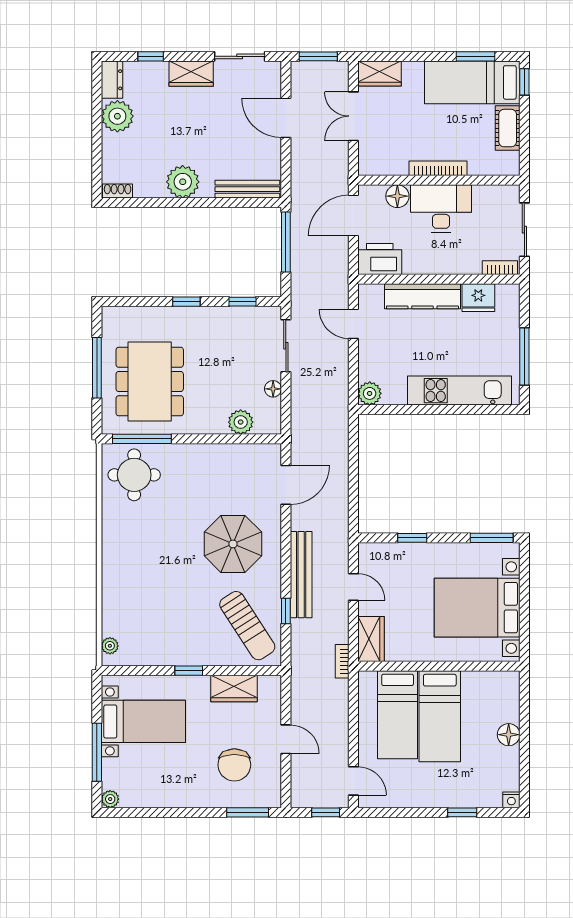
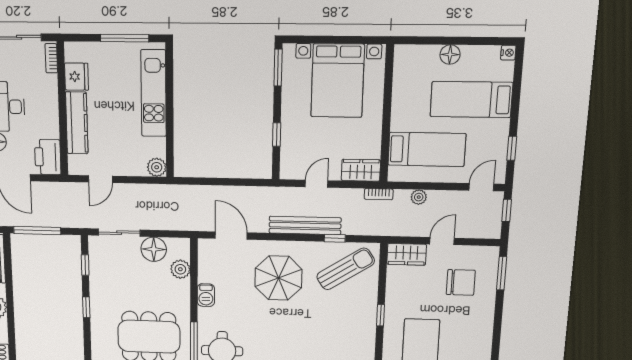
floor lamp: (273, 389) -> (154, 249), width x1.89, depth x1.89
barbecue: (208, 454) -> (206, 295), added
wardrobe: (234, 688) -> (407, 254), moved, turned 90
plant: (340, 709) -> (419, 197), added
bed: (440, 716) -> (471, 100), moved, turned 180
window: (462, 812) -> (512, 148), moved

